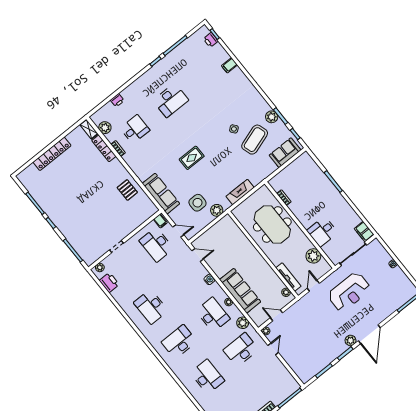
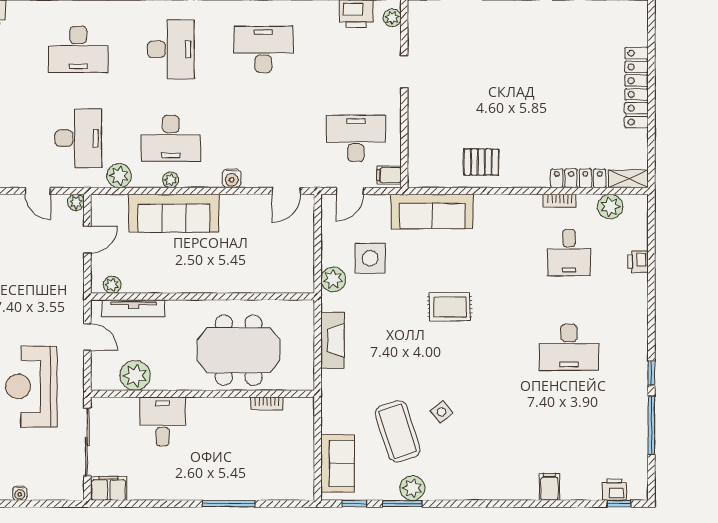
desk: (171, 100) -> (569, 347), turned -90
rug: (192, 158) -> (450, 307), turned 90

